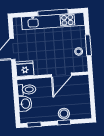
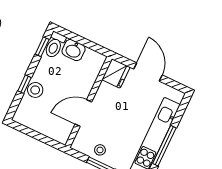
door: (61, 75) -> (83, 113), hinge flipped
toilet: (27, 90) -> (55, 45), moved

